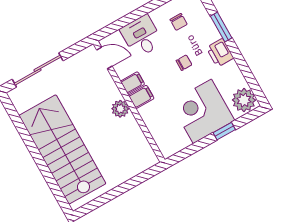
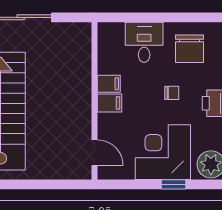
chair: (179, 22) -> (189, 49), width x1.87, depth x1.87
door: (104, 58) -> (95, 153), moved
plant: (120, 109) -> (82, 103), removed

